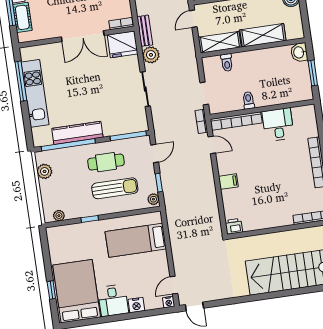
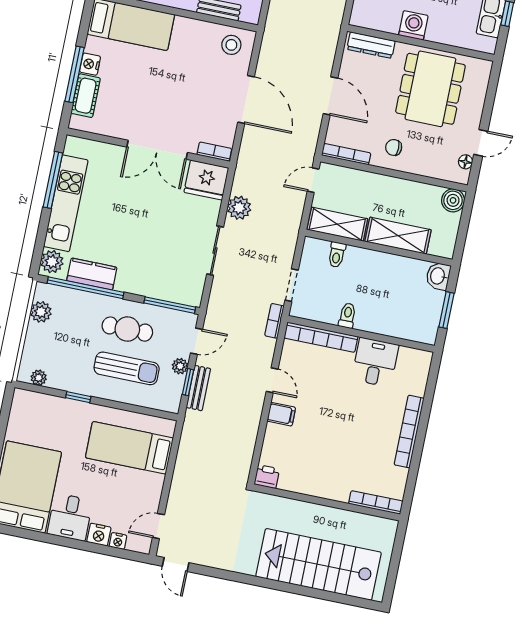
bench: (145, 31) -> (198, 388), moved
kitchen counter: (77, 133) -> (92, 274), width x0.67
plant: (40, 135) -> (52, 262), added
door: (212, 145) -> (272, 380), moved
plant: (153, 199) -> (180, 366), moved
nightstand: (169, 302) -> (118, 541), moved

